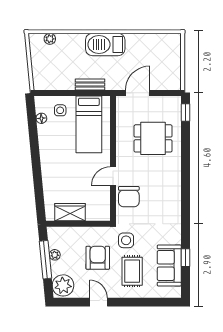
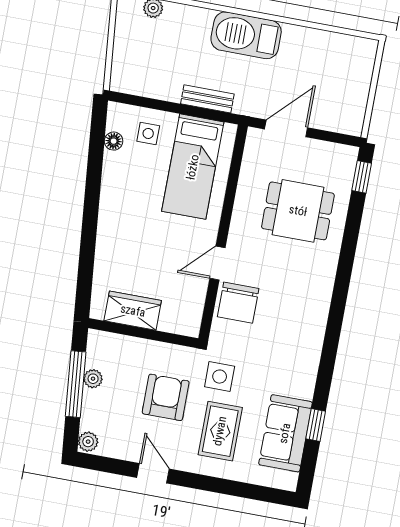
plant: (63, 285) -> (88, 442), width x0.53, depth x0.53

